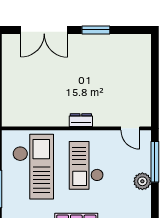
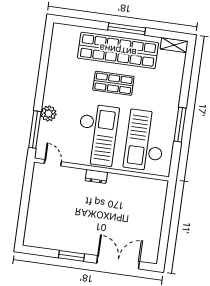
checkout: (86, 165) -> (97, 135), width x1.36, depth x1.21

